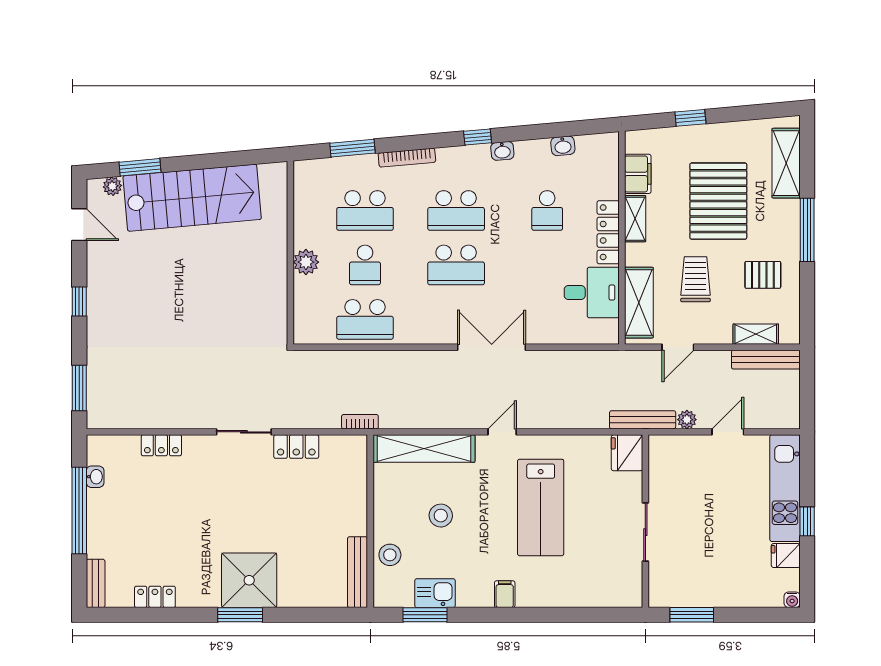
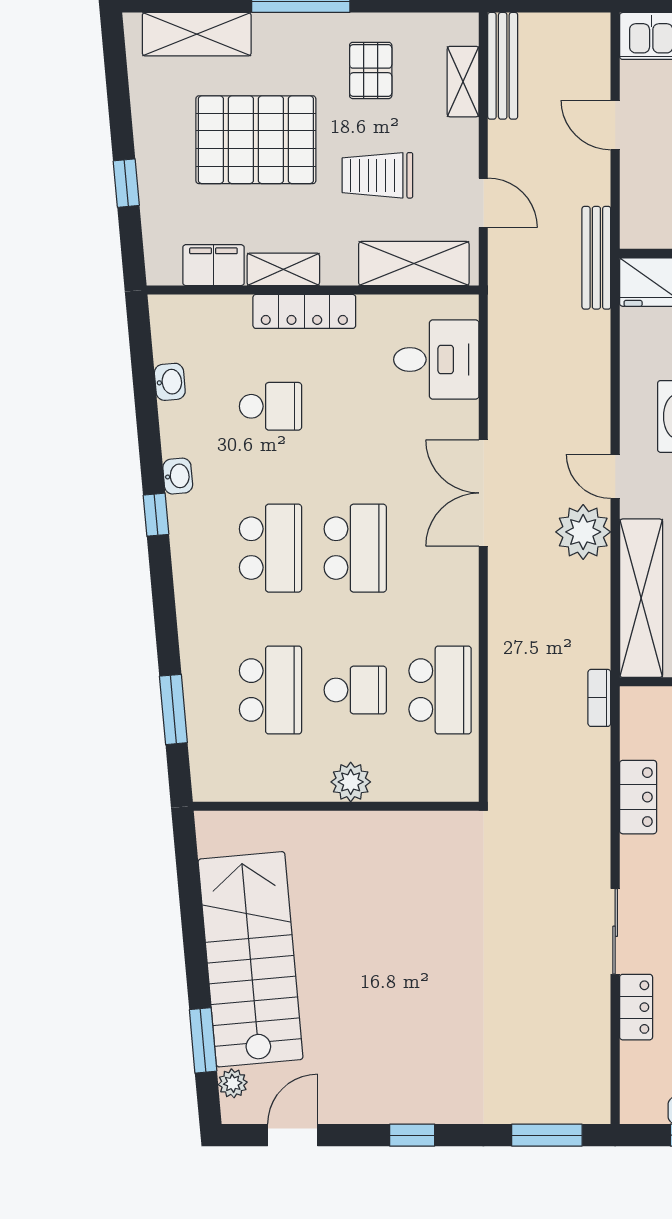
bookcase: (407, 158) -> (188, 625), removed
desk: (592, 292) -> (436, 360), moved, turned 90
plant: (687, 420) -> (583, 532), moved, width x1.88, depth x1.88
sliding door: (244, 432) -> (615, 931), moved

